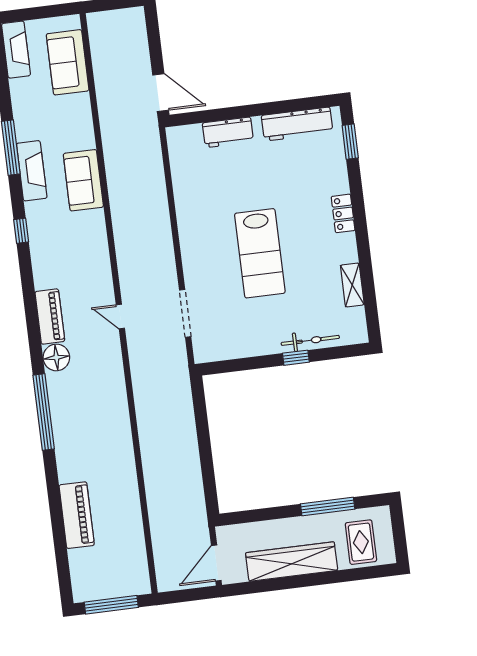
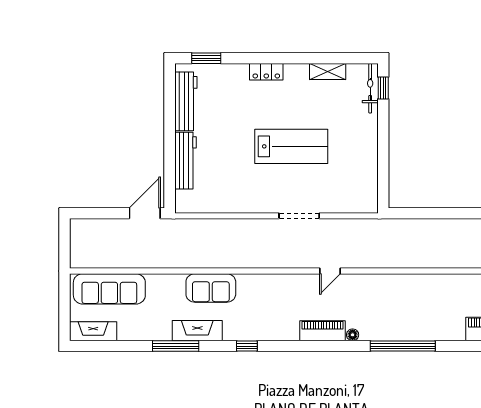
sofa: (68, 62) -> (109, 289), width x1.36
workbench: (228, 132) -> (185, 161), width x1.38
doorway: (185, 313) -> (299, 216), moved
bicycle: (310, 340) -> (370, 88), moved
floor lamp: (56, 357) -> (353, 335), width x0.53, depth x0.53
window: (296, 358) -> (383, 88), moved

